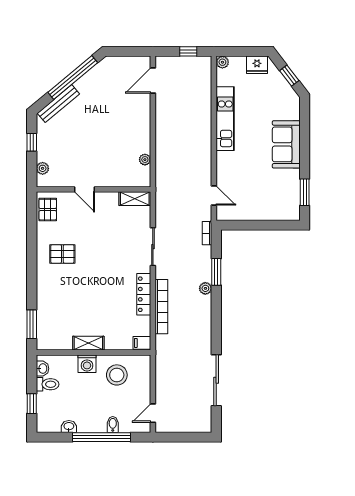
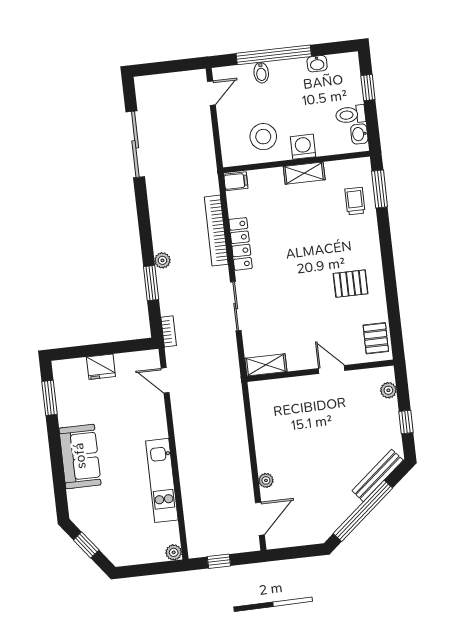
fridge: (257, 65) -> (101, 367), moved, turned 180
plant: (145, 160) -> (266, 480), moved
trolley: (52, 317) -> (355, 201), added

